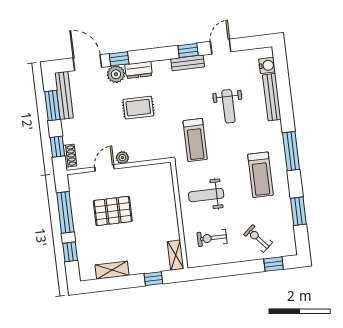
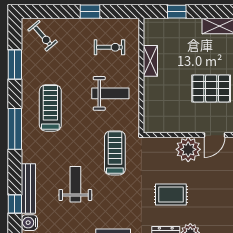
window: (283, 81) -> (15, 204), added
plant: (122, 158) -> (188, 149), width x1.87, depth x1.87
exercise bike: (258, 238) -> (43, 36), moved
shelving: (176, 255) -> (150, 61), moved
window: (274, 264) -> (90, 12), moved

